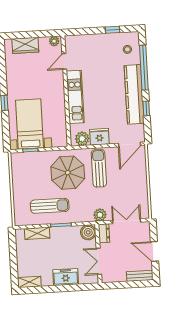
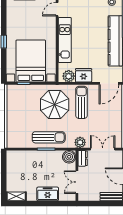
bed with nightstands: (30, 124) -> (31, 61), width x1.36
sun lounger: (50, 206) -> (49, 137), moved
shelving: (37, 233) -> (25, 155), removed

